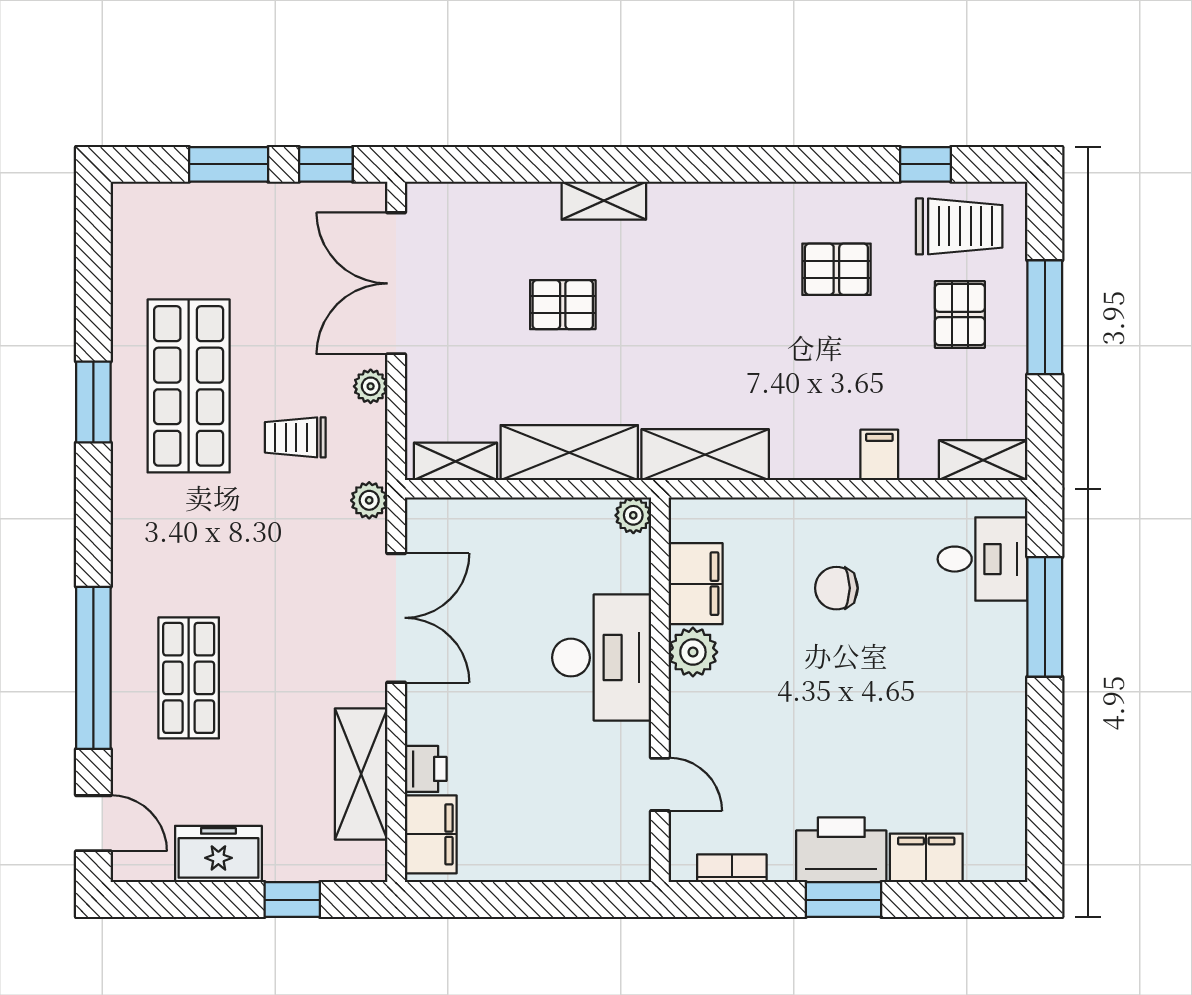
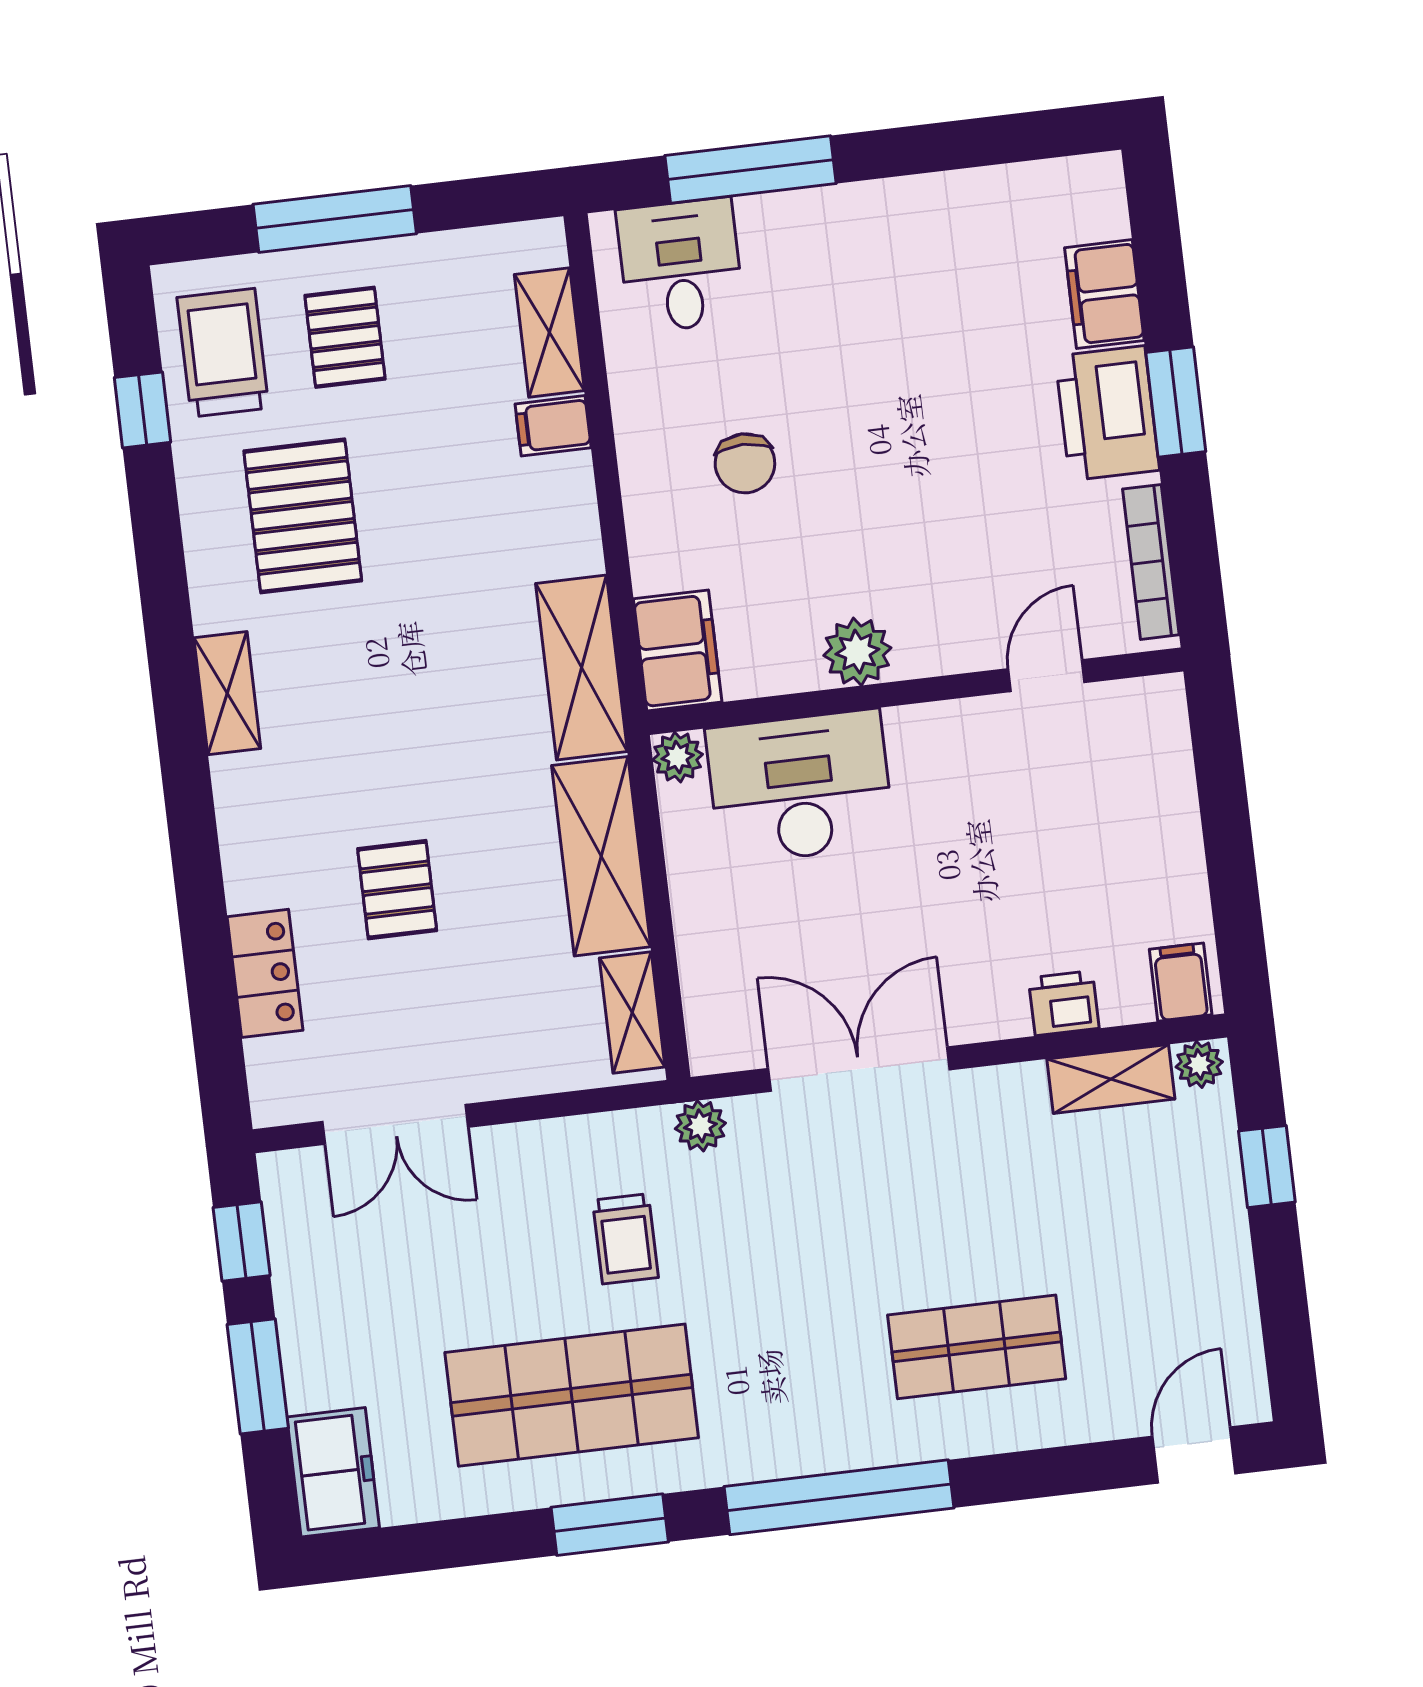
shelving: (604, 201) -> (227, 693), moved
locker: (514, 204) -> (265, 973), added
pallet: (836, 269) -> (303, 516), width x1.50, depth x1.42
double door: (396, 283) -> (395, 1124), width x0.73
pallet: (960, 314) -> (345, 337), turned 90
plant: (371, 386) -> (1199, 1064), moved
shelving: (983, 460) -> (549, 332), moved
filing cabinet: (696, 584) -> (678, 650), moved, turned 90
desk: (602, 658) -> (800, 787), moved
window: (93, 668) -> (839, 1497), moved
shelving: (361, 774) -> (1111, 1079), width x0.67, depth x0.75
filing cabinet: (431, 834) -> (1181, 982), width x0.50
freezer: (218, 854) -> (333, 1472), moved, turned 180
bookcase: (732, 868) -> (1151, 562), width x1.56

